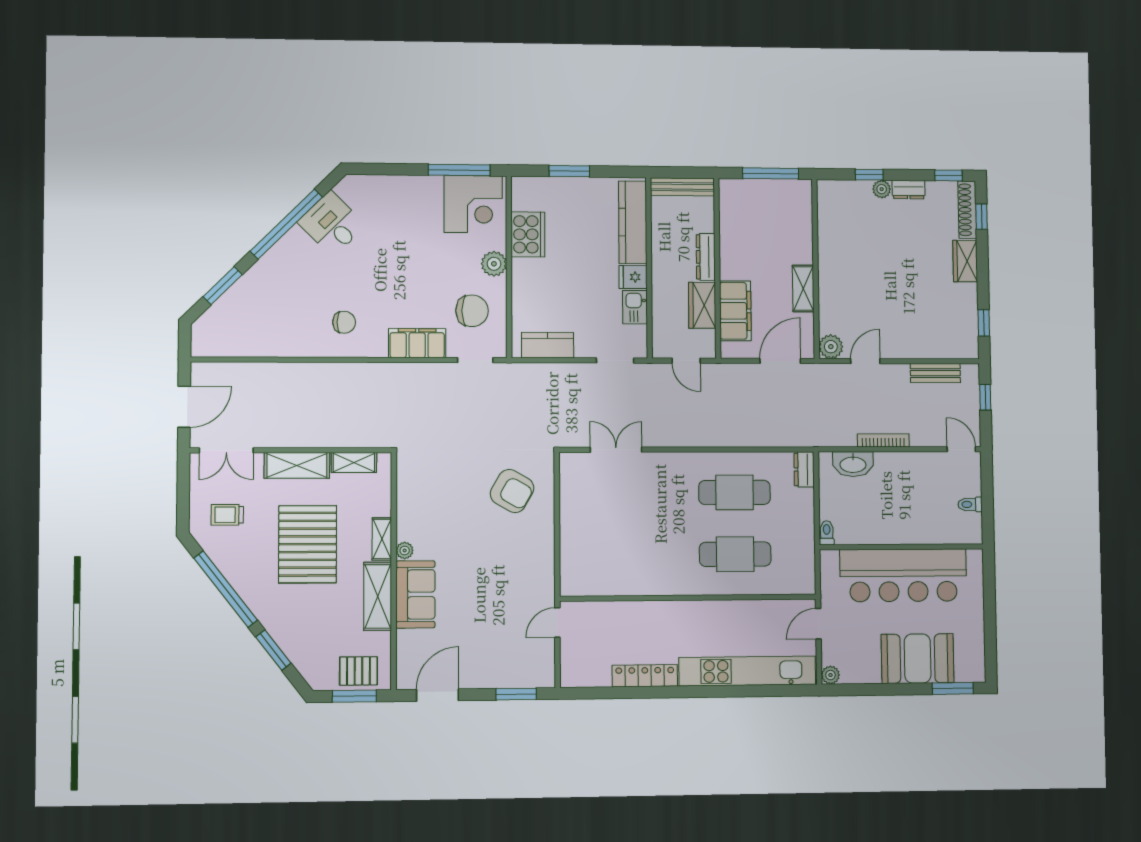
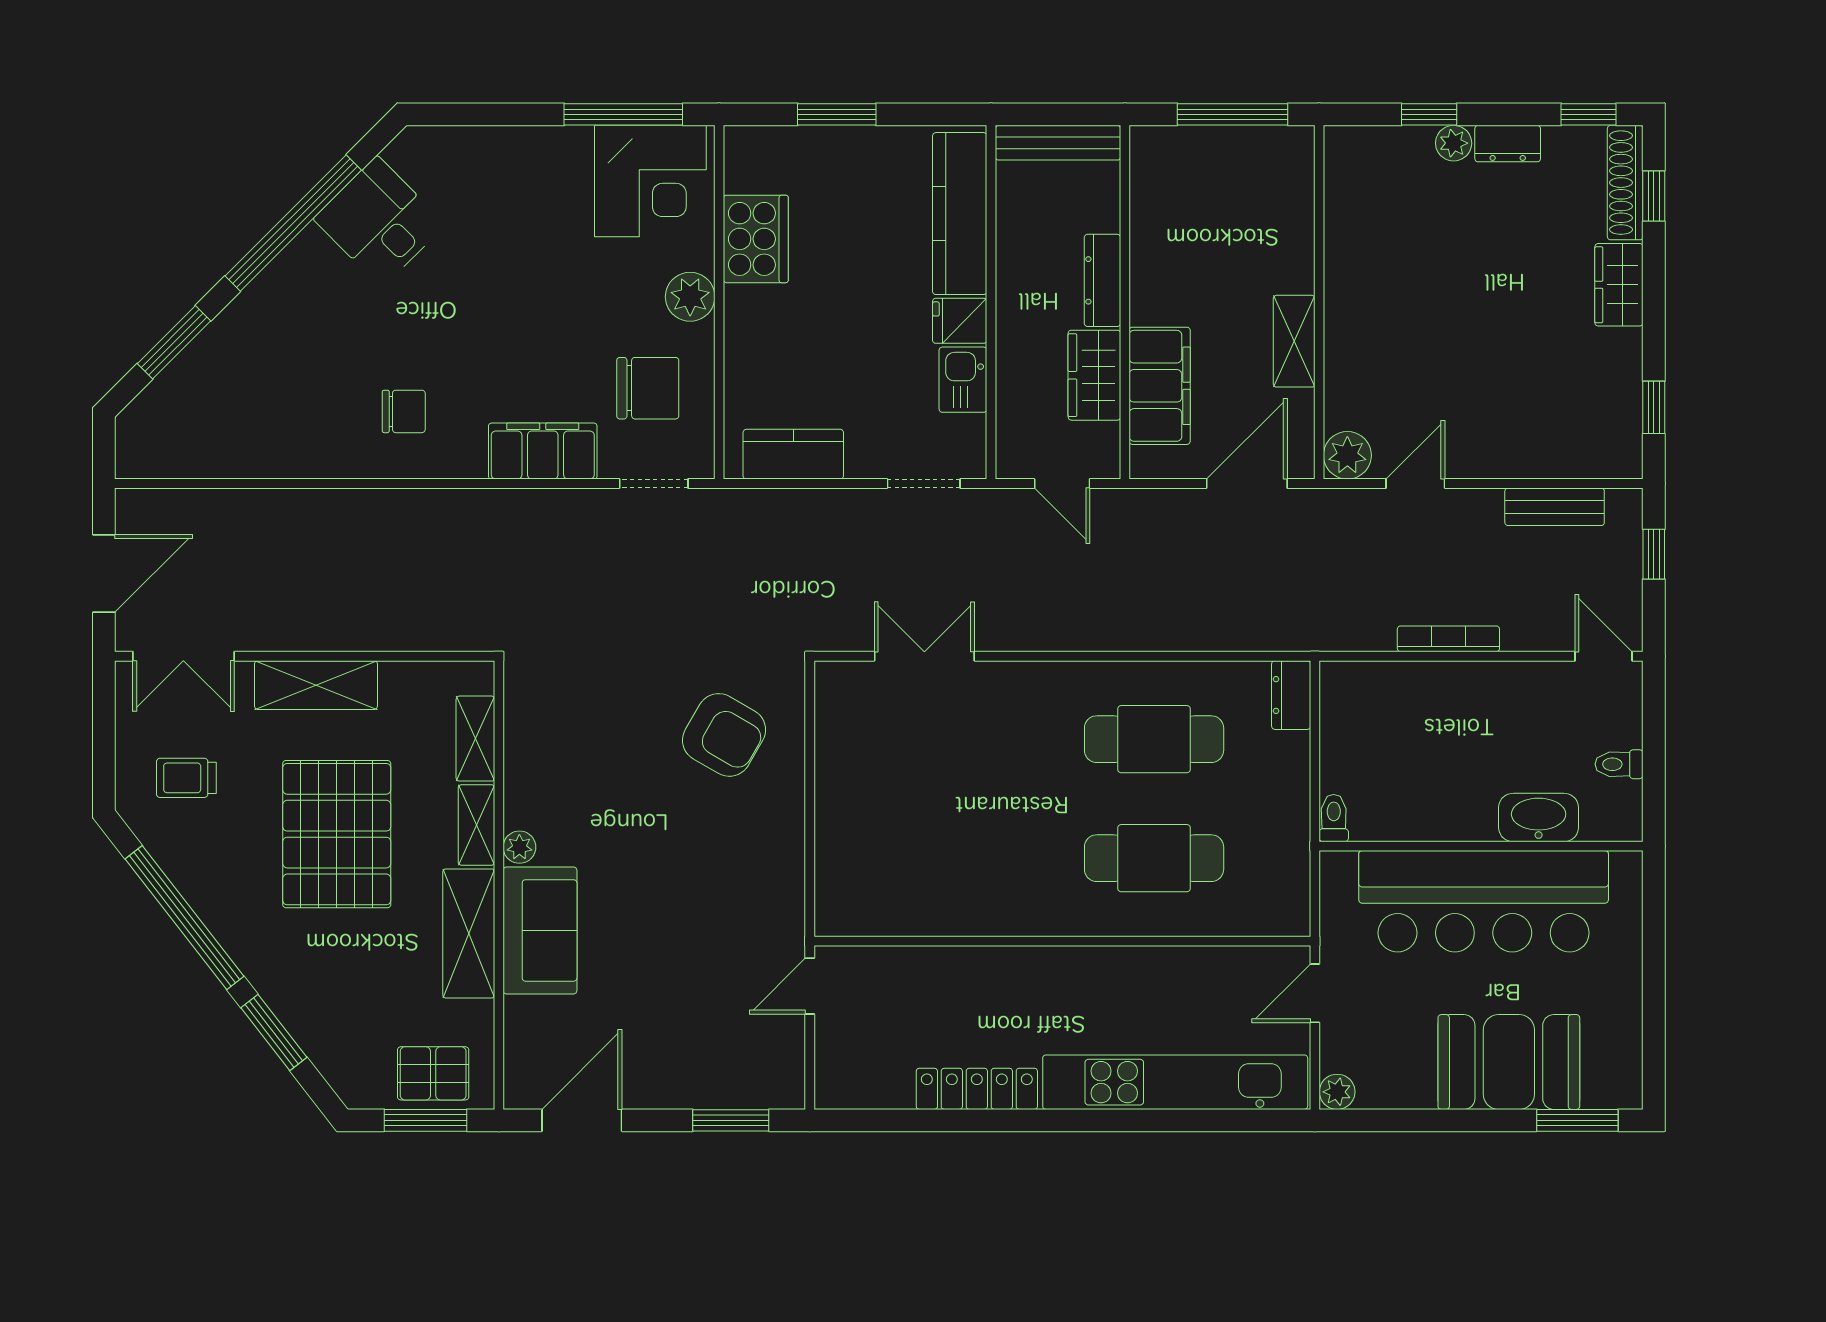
shelving: (354, 463) -> (475, 739), moved, turned 90
washbasin: (853, 464) -> (1539, 817), moved, turned 180

